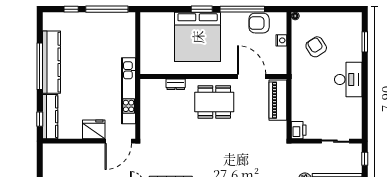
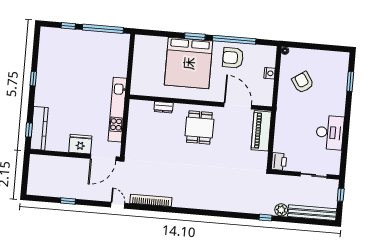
armchair: (259, 23) -> (233, 58), moved
kitchen counter: (52, 62) -> (45, 76), removed
window: (40, 66) -> (33, 79), width x0.32
desk: (348, 79) -> (330, 133), moved
dining table: (214, 102) -> (199, 127), width x0.73

